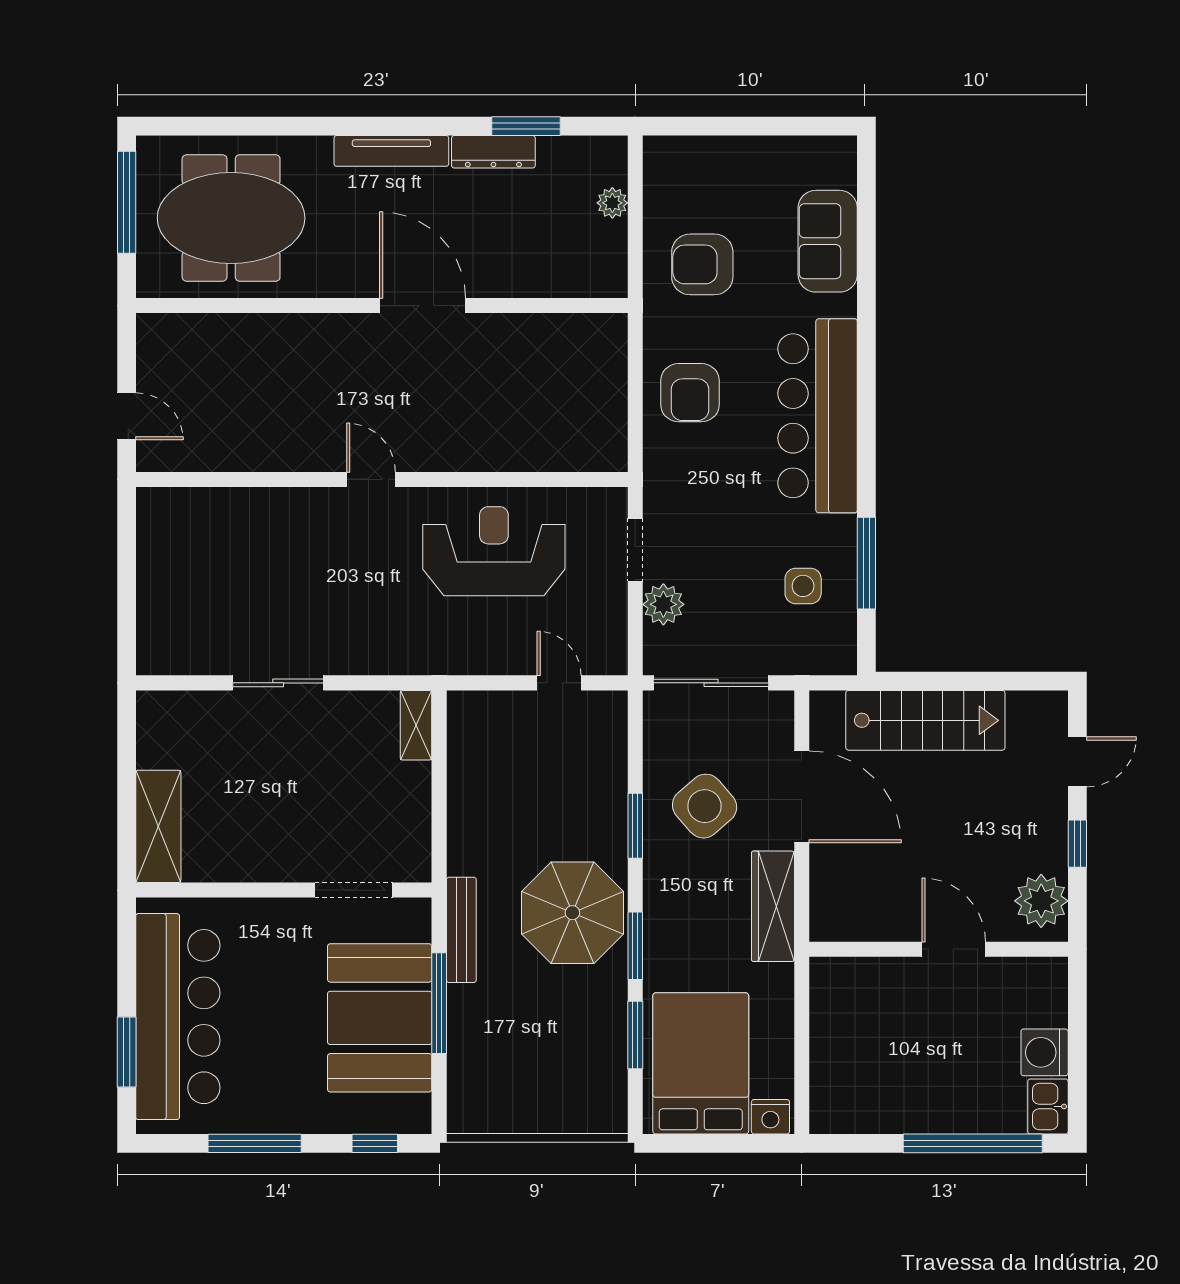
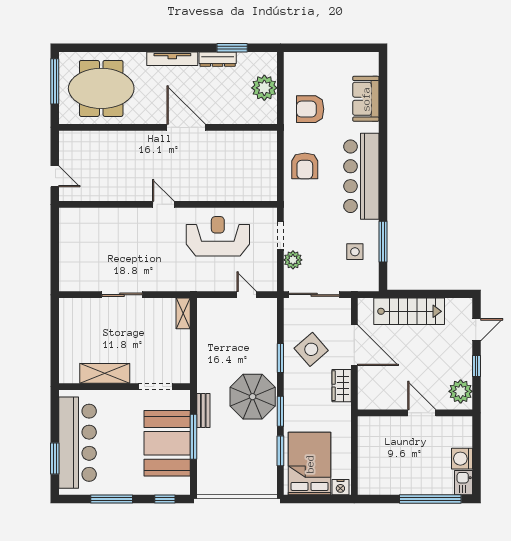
plant: (612, 203) -> (264, 88), width x1.87, depth x1.87
shelving: (158, 826) -> (105, 373), moved, turned 90
wardrobe: (773, 906) -> (342, 386), width x0.67
bench: (461, 930) -> (203, 411), width x0.73

